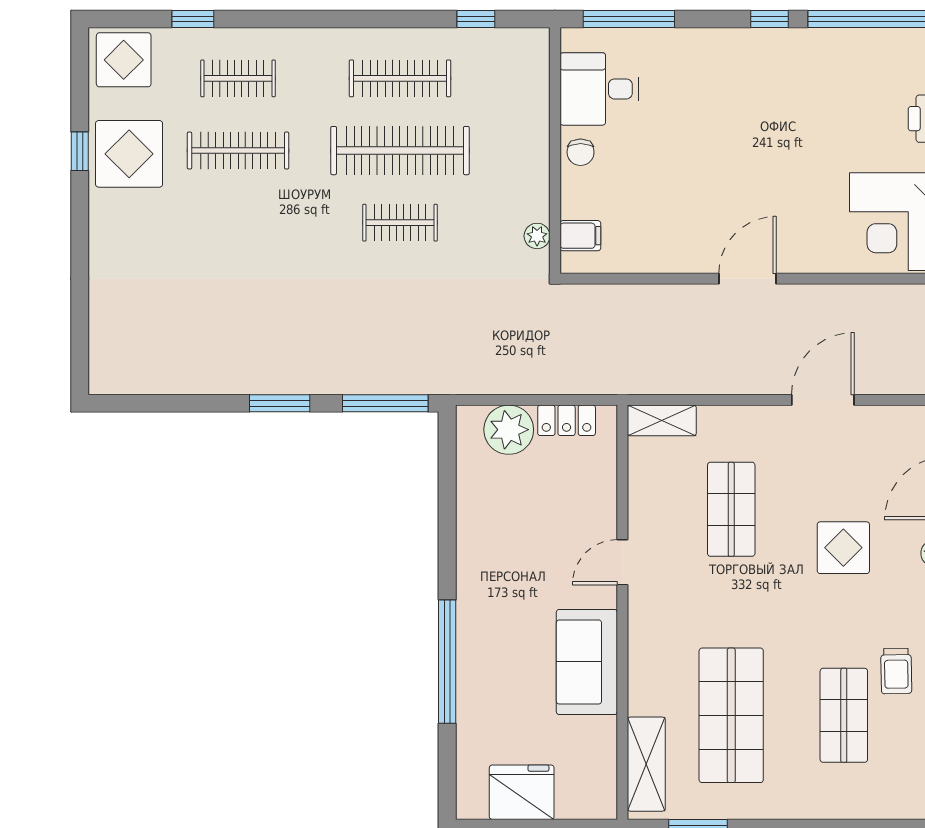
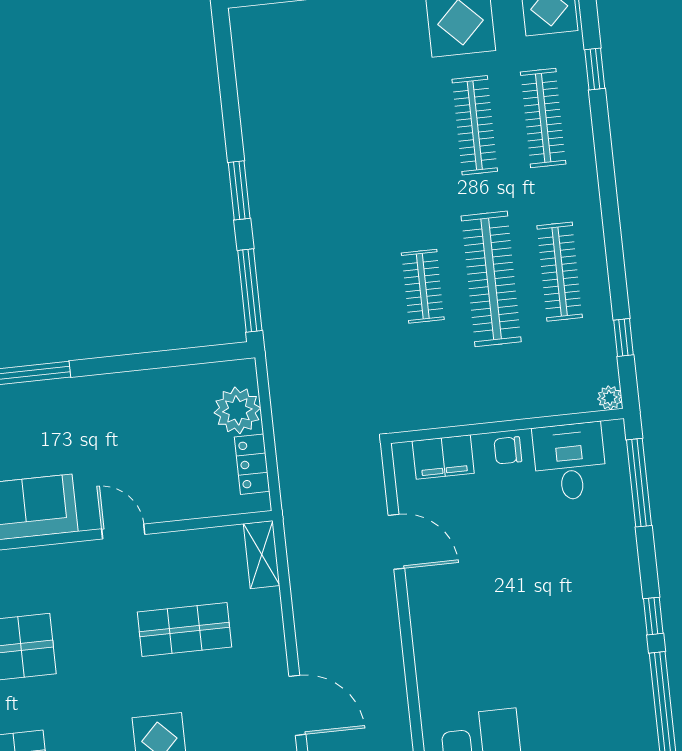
clothes rail: (238, 78) -> (543, 118), width x1.36
plant: (537, 236) -> (610, 398), moved
filing cabinet: (580, 236) -> (443, 457), width x2.00
door: (748, 279) -> (396, 542), moved

